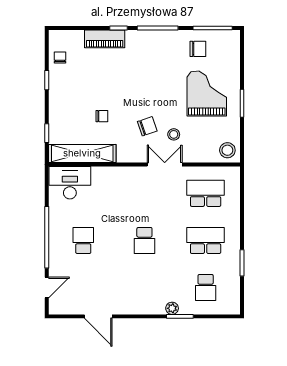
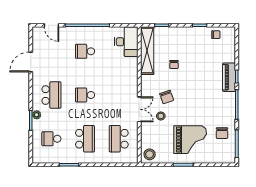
piano: (105, 39) -> (229, 77), moved
school desk: (206, 193) -> (119, 139), turned 180
school desk: (83, 240) -> (85, 51), turned 180
school desk: (144, 287) -> (51, 95), added

